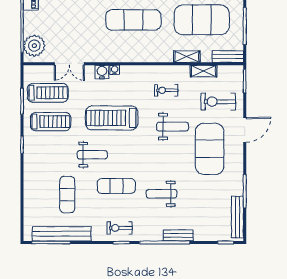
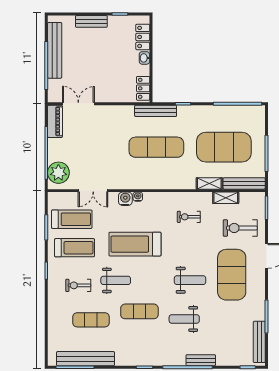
bench: (228, 57) -> (244, 183), width x1.36
weight bench: (173, 127) -> (190, 280), moved
exercise mat: (67, 195) -> (91, 320), turned 90
exercise bike: (120, 228) -> (78, 285), moved

